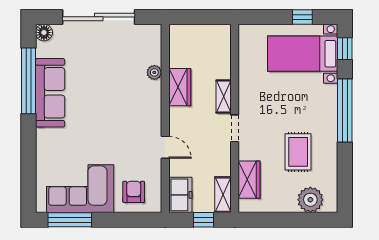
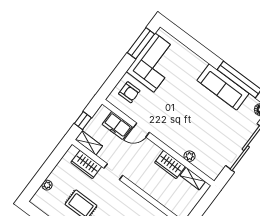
shelving: (224, 97) -> (193, 179), moved
doorway: (235, 128) -> (113, 172), moved
freezer: (180, 195) -> (117, 125), moved
plant: (310, 200) -> (47, 185), width x0.53, depth x0.53

